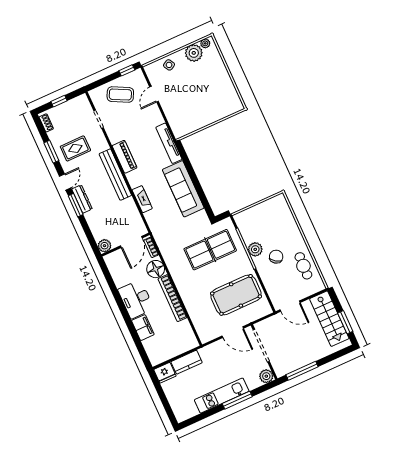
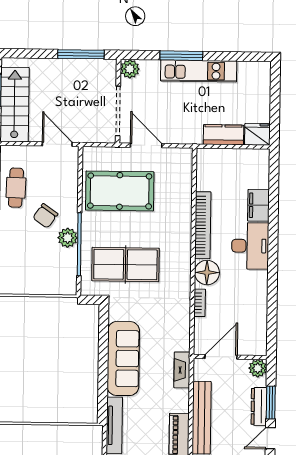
door: (131, 242) -> (221, 357), moved
wall: (126, 245) -> (230, 357), moved
plant: (104, 246) -> (258, 368), moved

